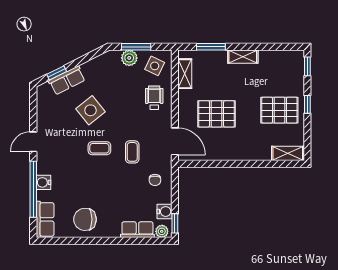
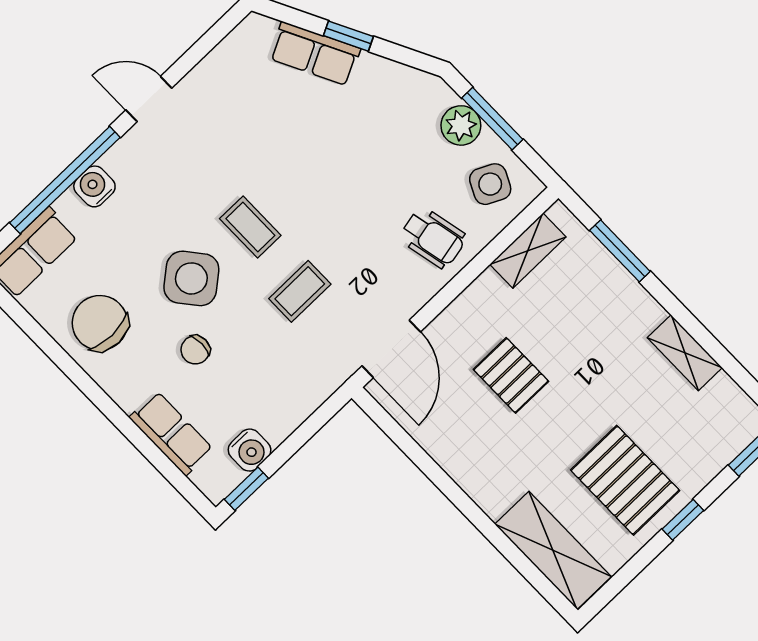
shelving: (243, 57) -> (685, 353), moved
window: (57, 73) -> (348, 36), moved
wheelchair: (154, 98) -> (433, 238), turned 78
side table: (91, 110) -> (191, 278), moved
pallet: (217, 114) -> (511, 375), width x0.67, depth x0.71
shelving: (288, 153) -> (553, 550), width x1.50, depth x1.33
chair: (155, 180) -> (195, 350), moved
plant: (162, 231) -> (210, 479), removed

